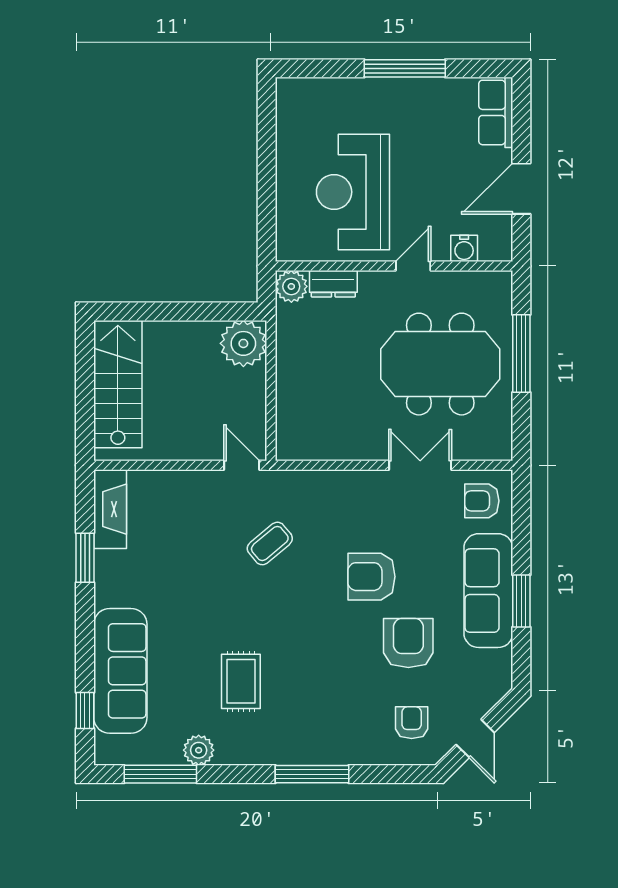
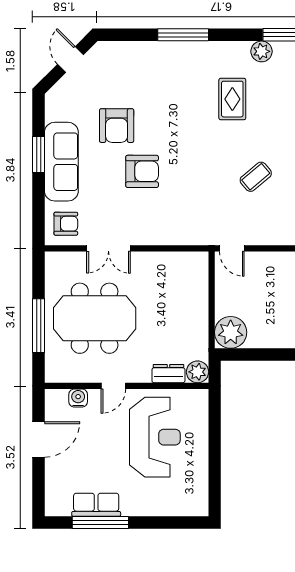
window: (405, 68) -> (100, 522), moved
row of seats: (496, 112) -> (96, 505), moved, turned -90
coffee table: (270, 543) -> (256, 177), moved
armchair: (412, 723) -> (114, 70), removed

